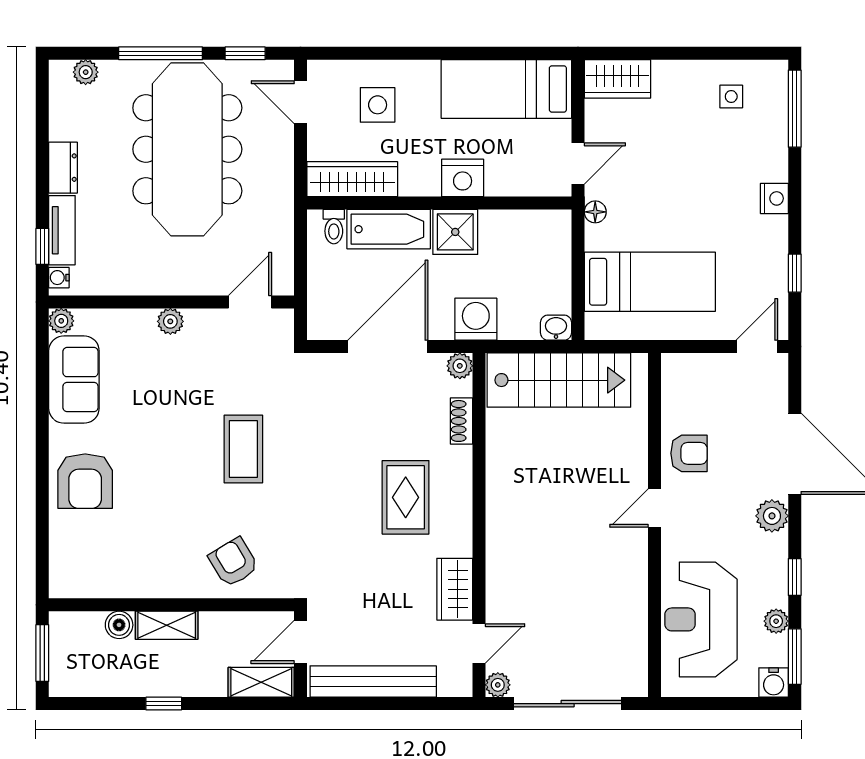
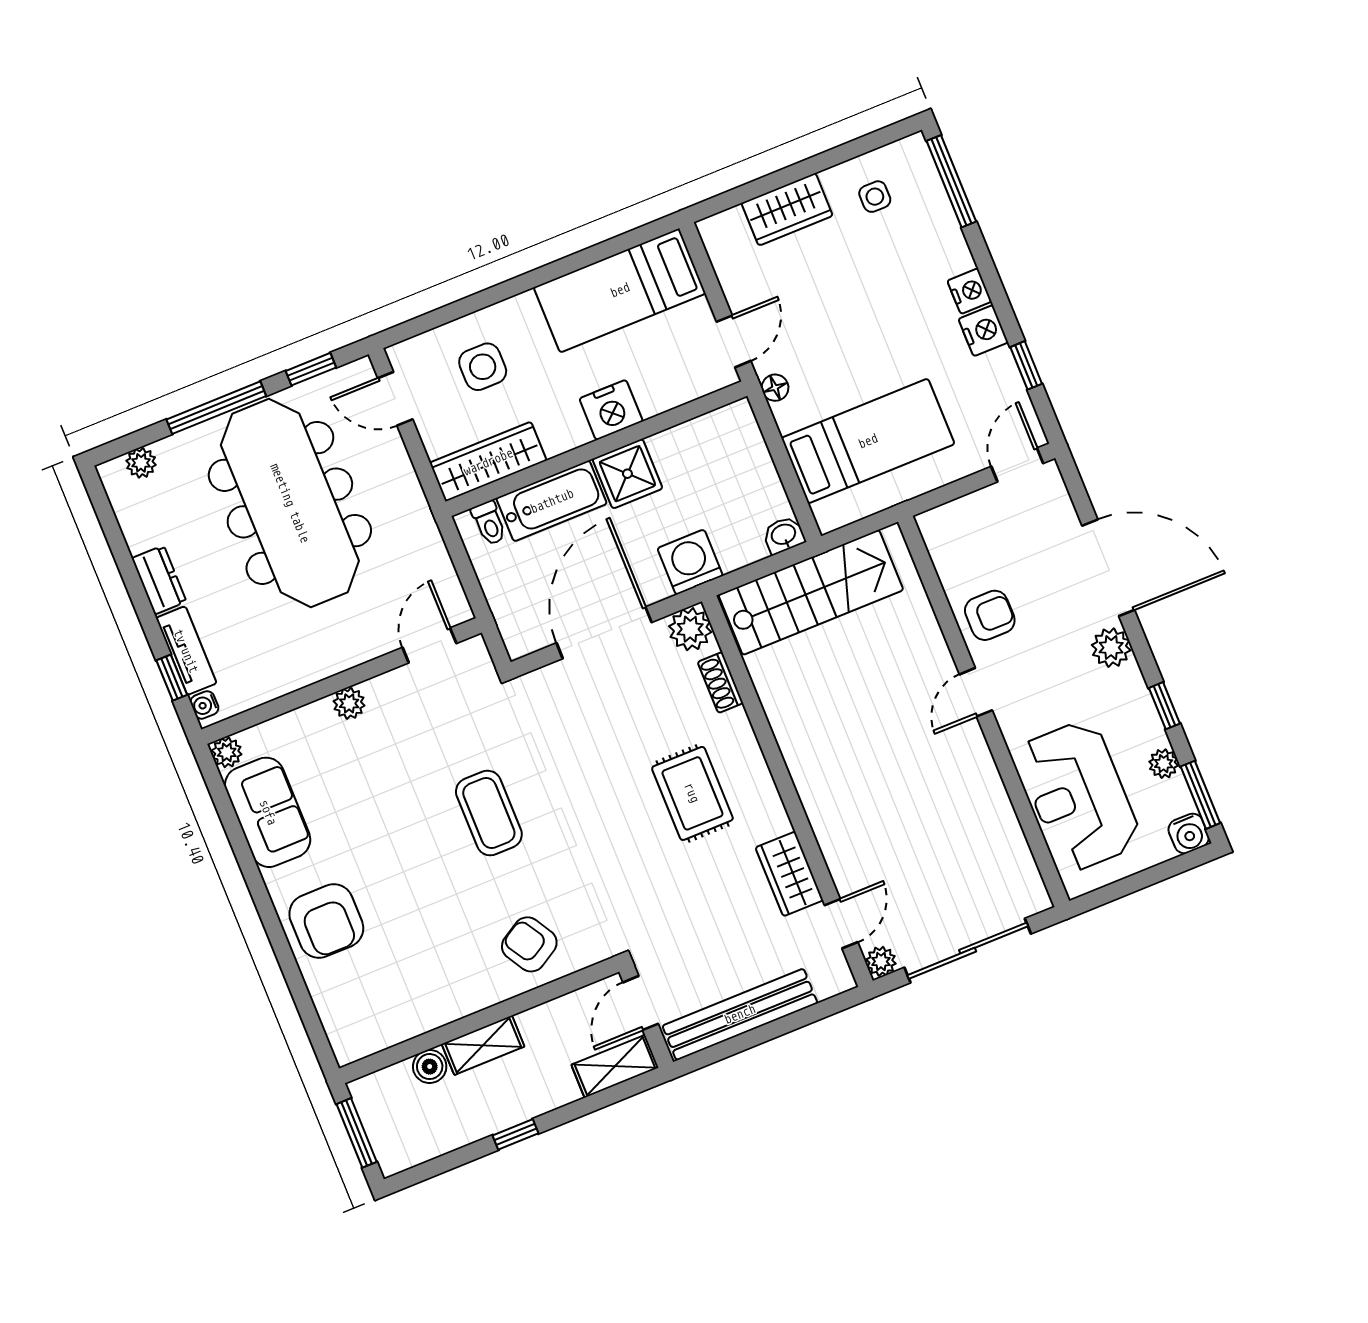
wardrobe: (617, 79) -> (787, 209), moved
nightstand: (773, 233) -> (983, 331), added
plant: (460, 366) -> (690, 629), width x1.38, depth x1.38

